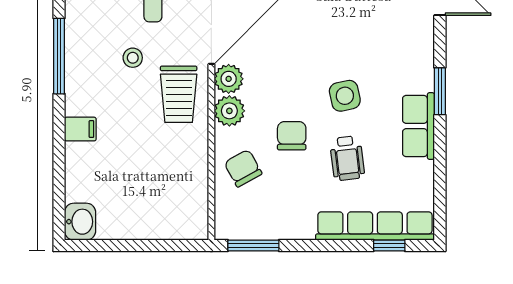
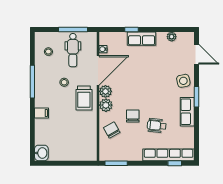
side table: (345, 96) -> (183, 81), moved
wheelchair: (347, 158) -> (157, 126), turned 103

